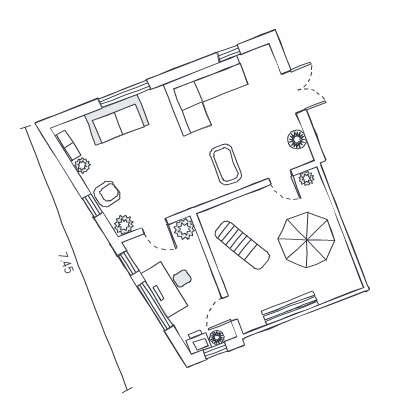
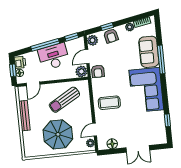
corner sofa: (210, 96) -> (146, 90), moved
armchair: (176, 200) -> (98, 71), added
door: (230, 309) -> (33, 84), swing flipped

